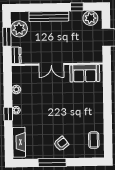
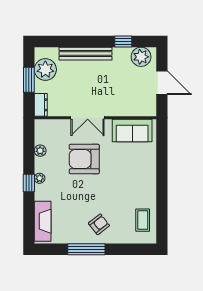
armchair: (49, 95) -> (84, 159), added

